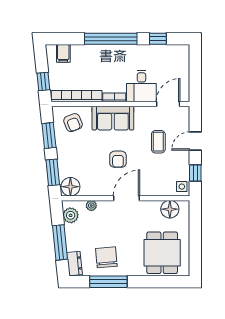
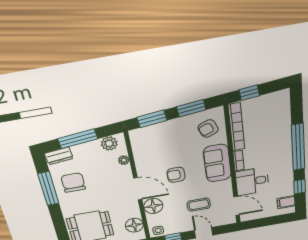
filing cabinet: (63, 53) -> (286, 202), moved
floor lamp: (70, 187) -> (153, 206), moved
chair: (106, 257) -> (73, 183), turned -85

